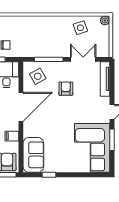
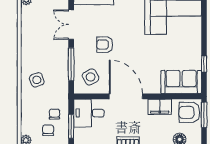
side table: (80, 28) -> (37, 80), moved
filing cabinet: (12, 136) -> (160, 107), width x2.00

